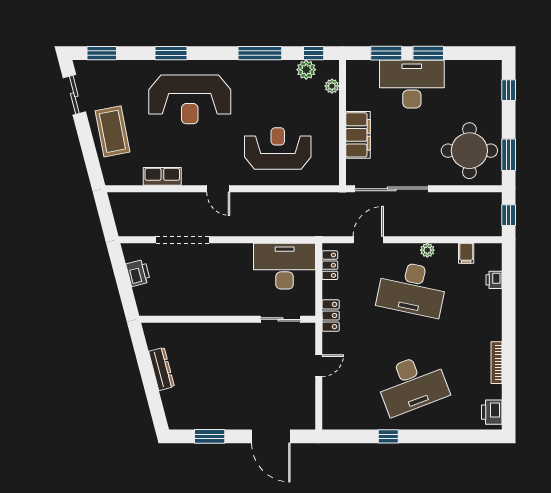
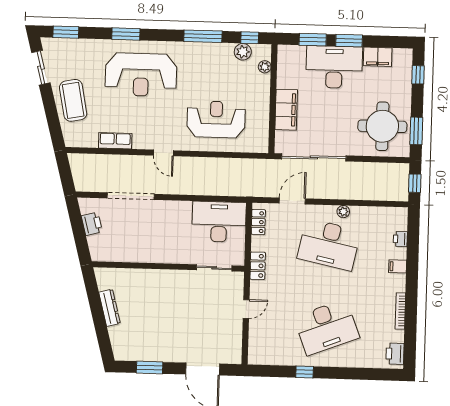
filing cabinet: (462, 71) -> (378, 57), added
filing cabinet: (466, 253) -> (398, 266), moved, turned 90

